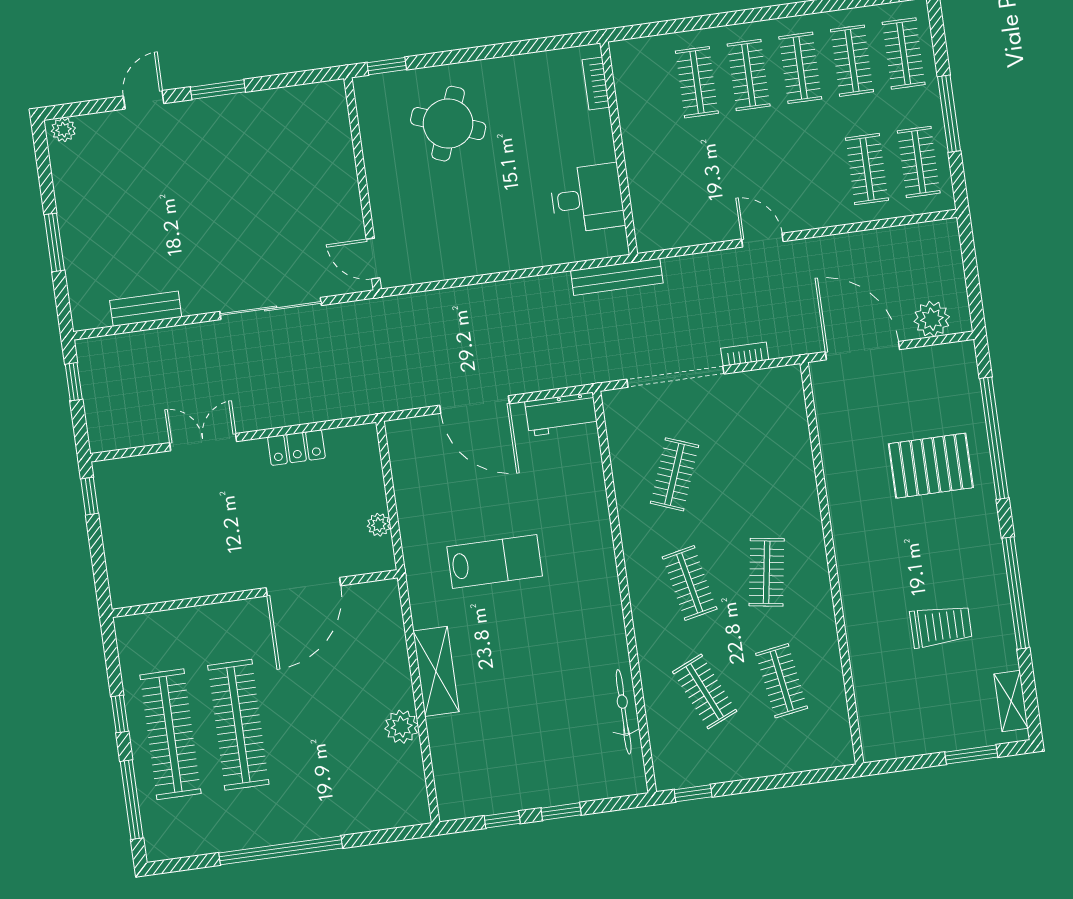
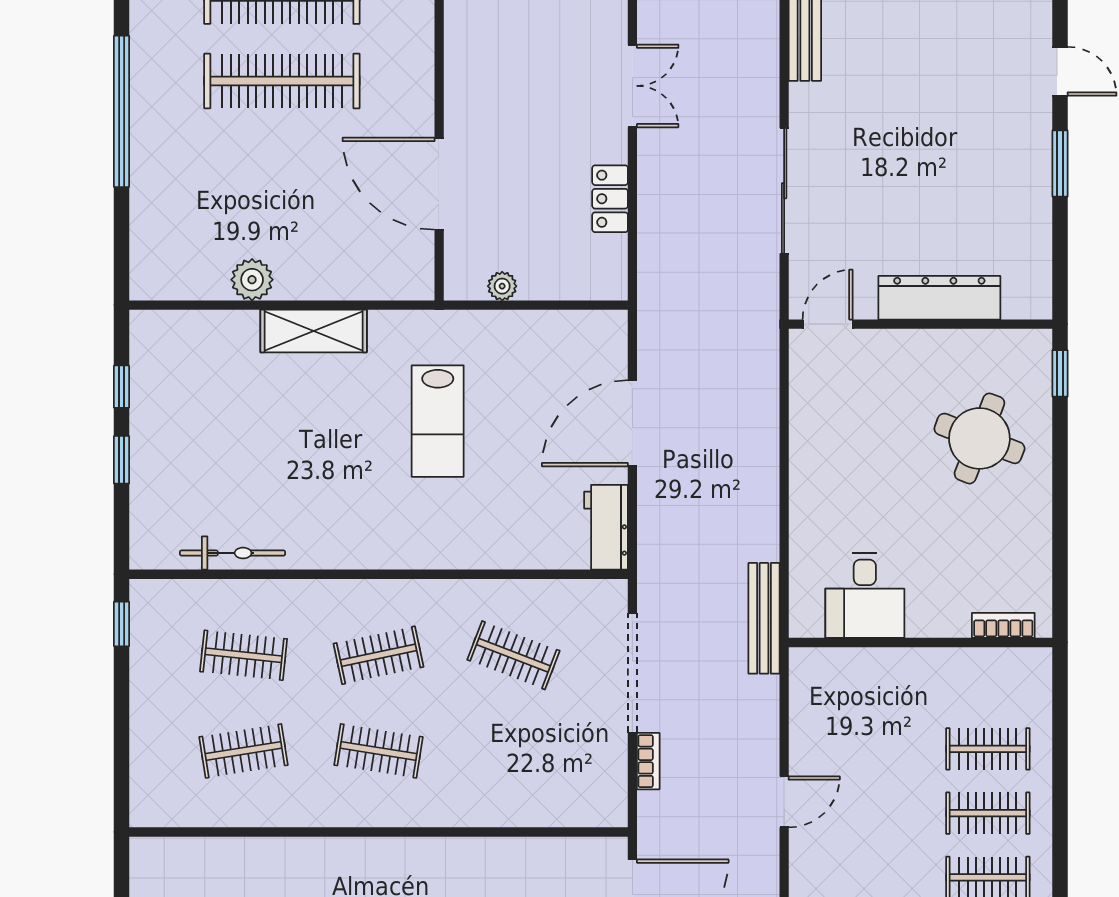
dresser: (339, 172) -> (939, 298), added
clothes rail: (705, 692) -> (244, 655), turned 30

